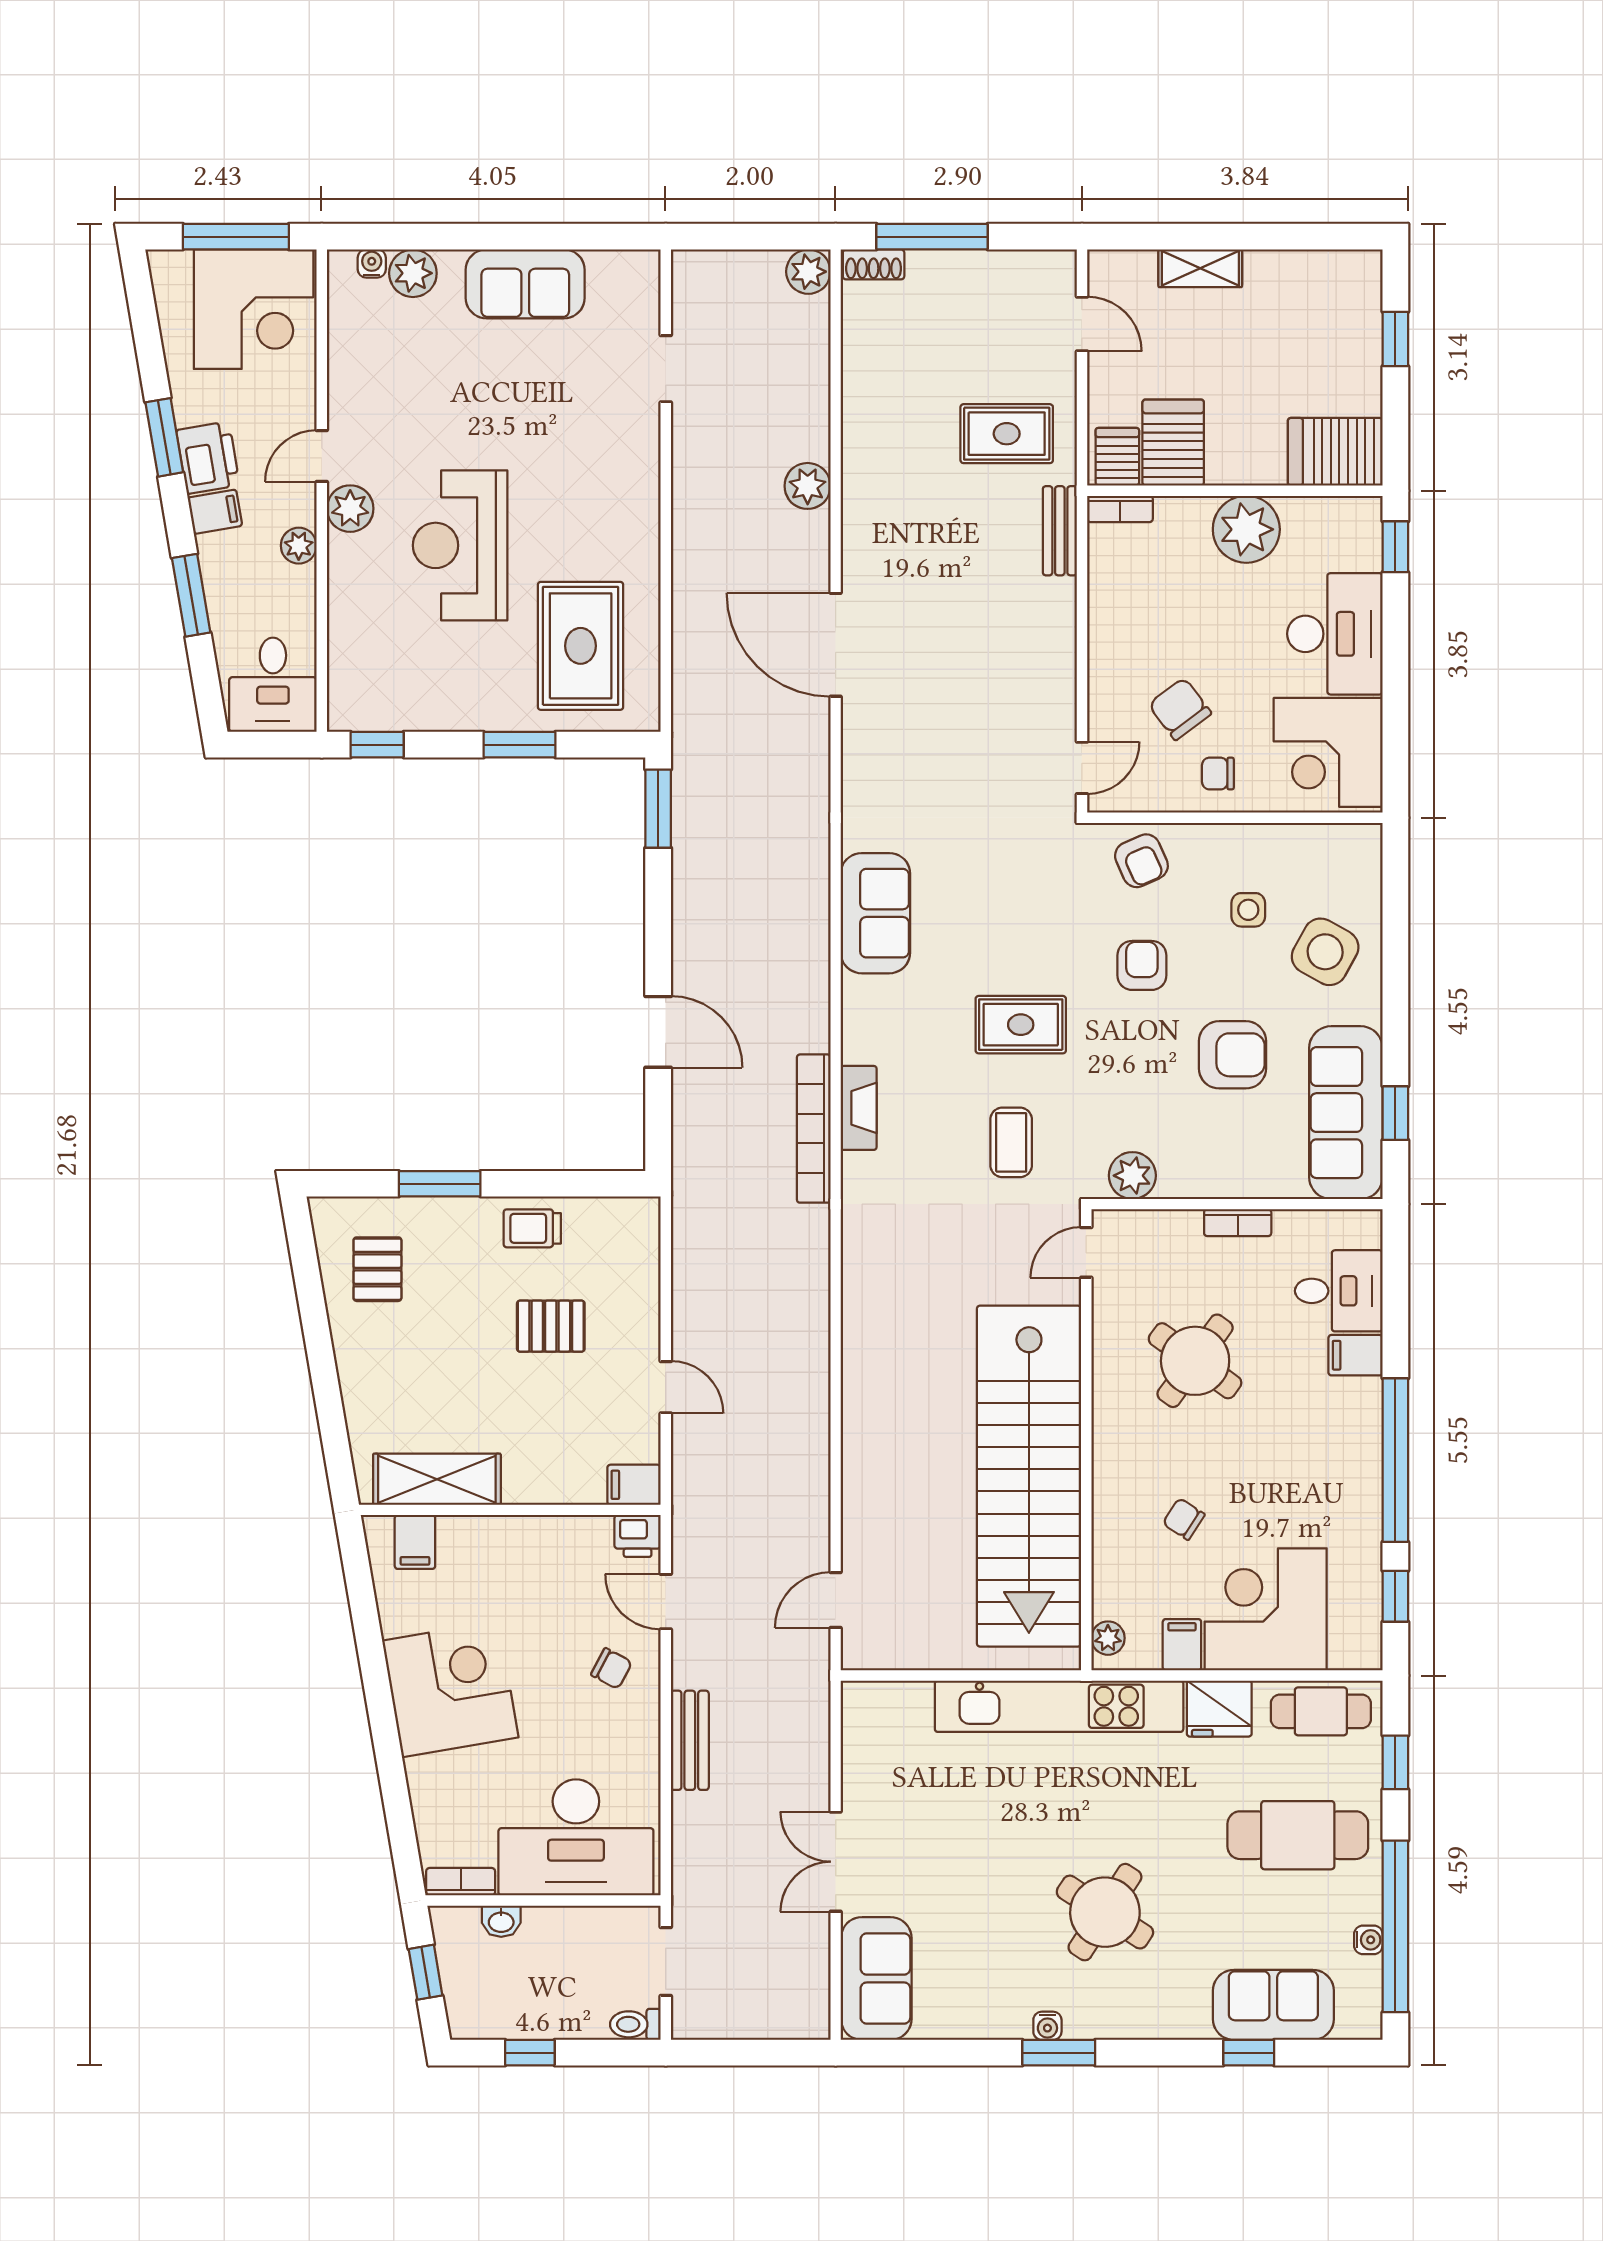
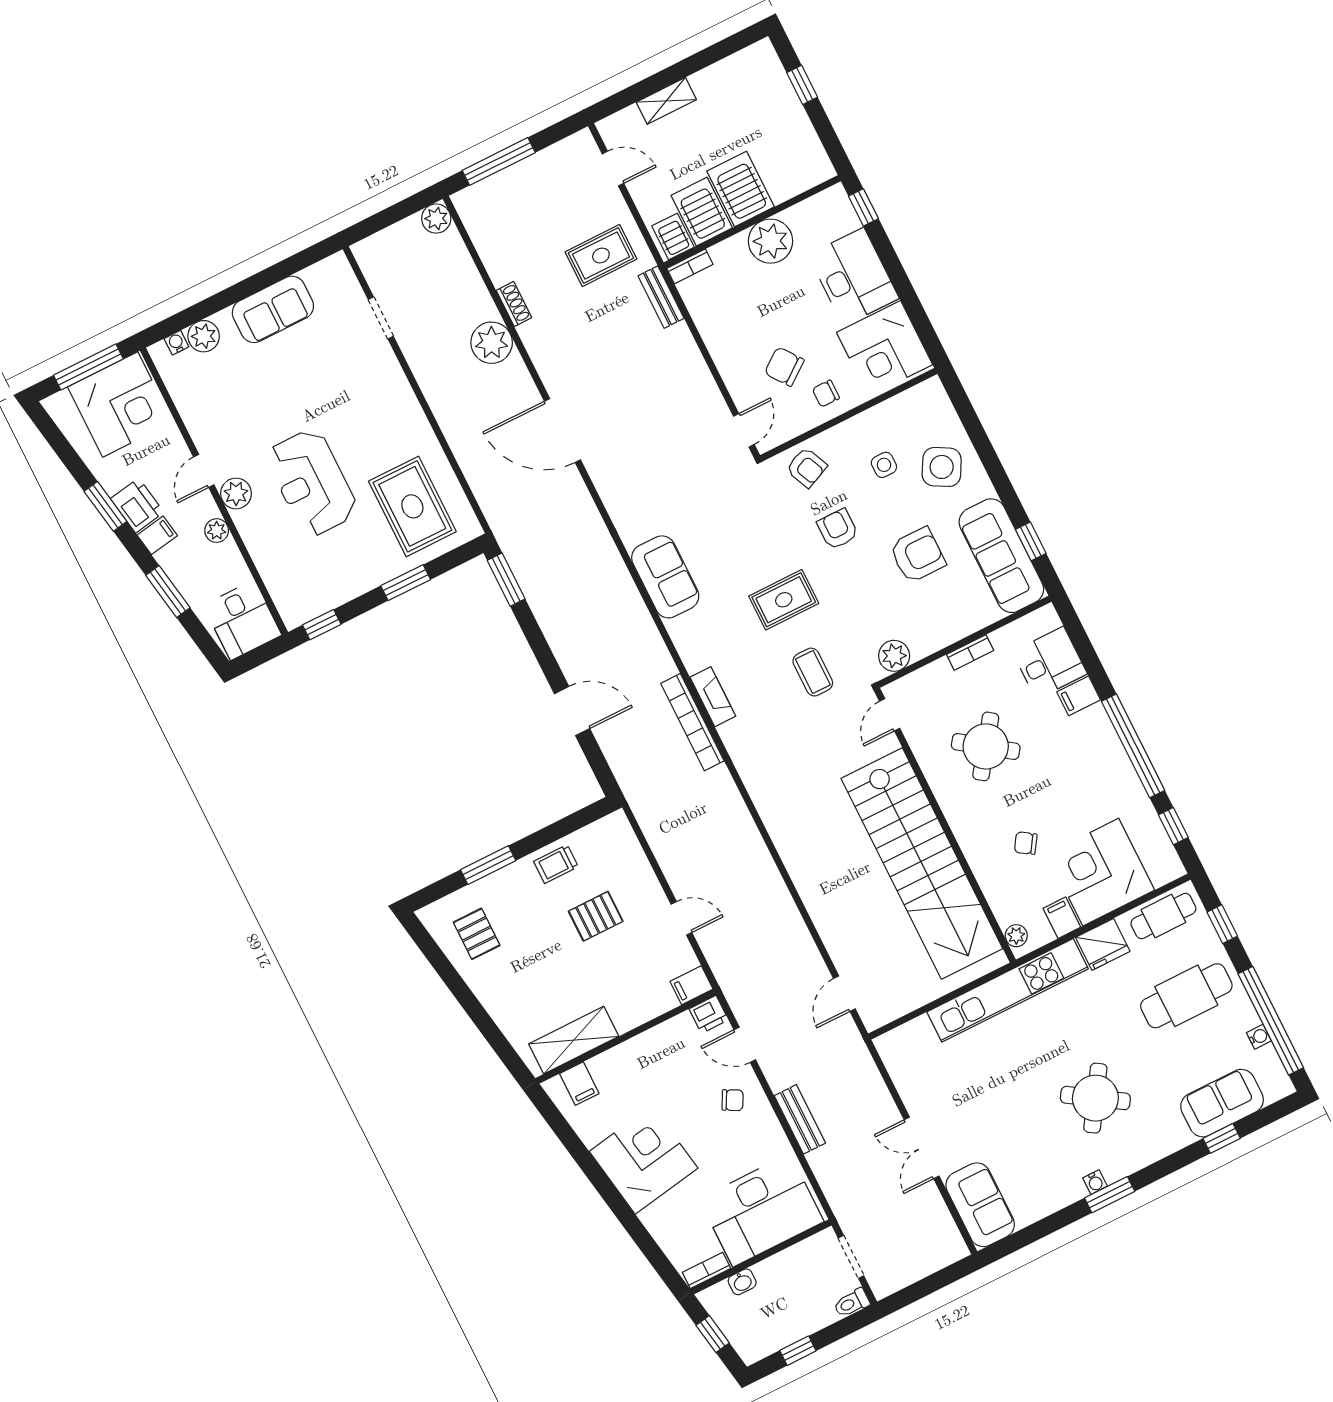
shoe rack: (874, 264) -> (514, 304), moved, turned -90
server rack: (1335, 452) -> (741, 189), moved, turned 90
plant: (808, 486) -> (492, 343), width x1.36, depth x1.36

